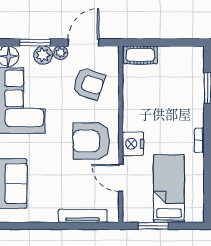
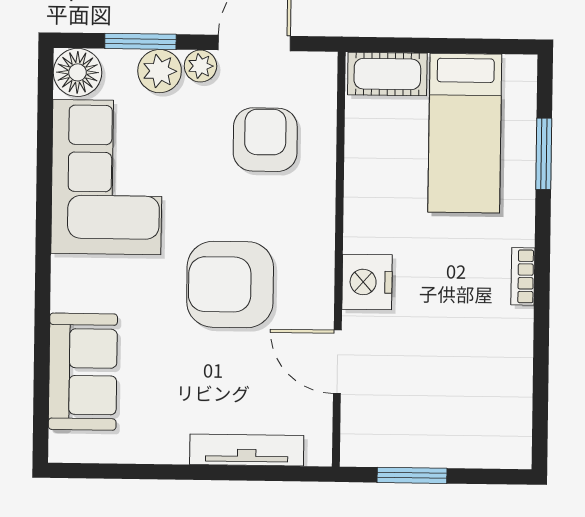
armchair: (89, 84) -> (265, 140), turned -108
armchair: (91, 141) -> (230, 284), moved
bed: (169, 189) -> (465, 133), moved, turned 180

